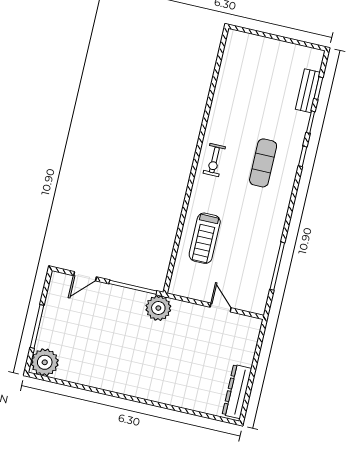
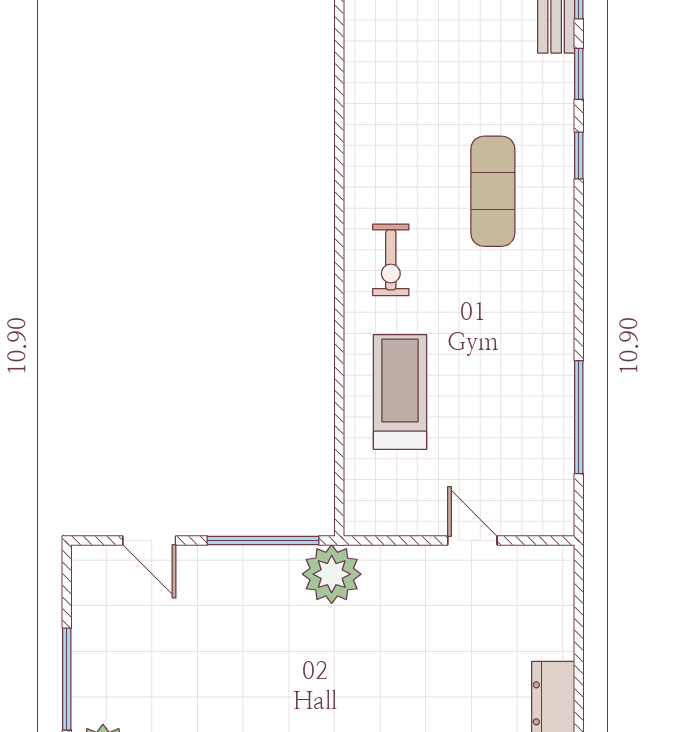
exercise bike: (214, 160) -> (391, 260), moved
treadmill: (205, 238) -> (400, 392), turned 180
door: (85, 276) -> (149, 540), hinge flipped

